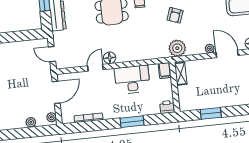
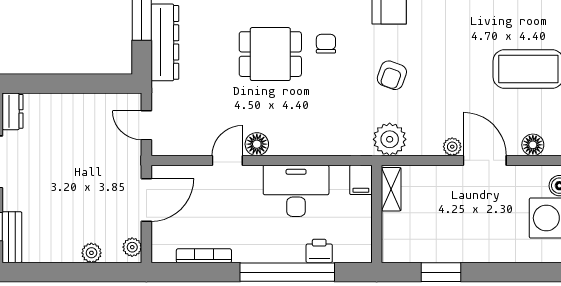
printer: (167, 107) -> (319, 251), moved
window: (132, 122) -> (287, 272), width x2.11

